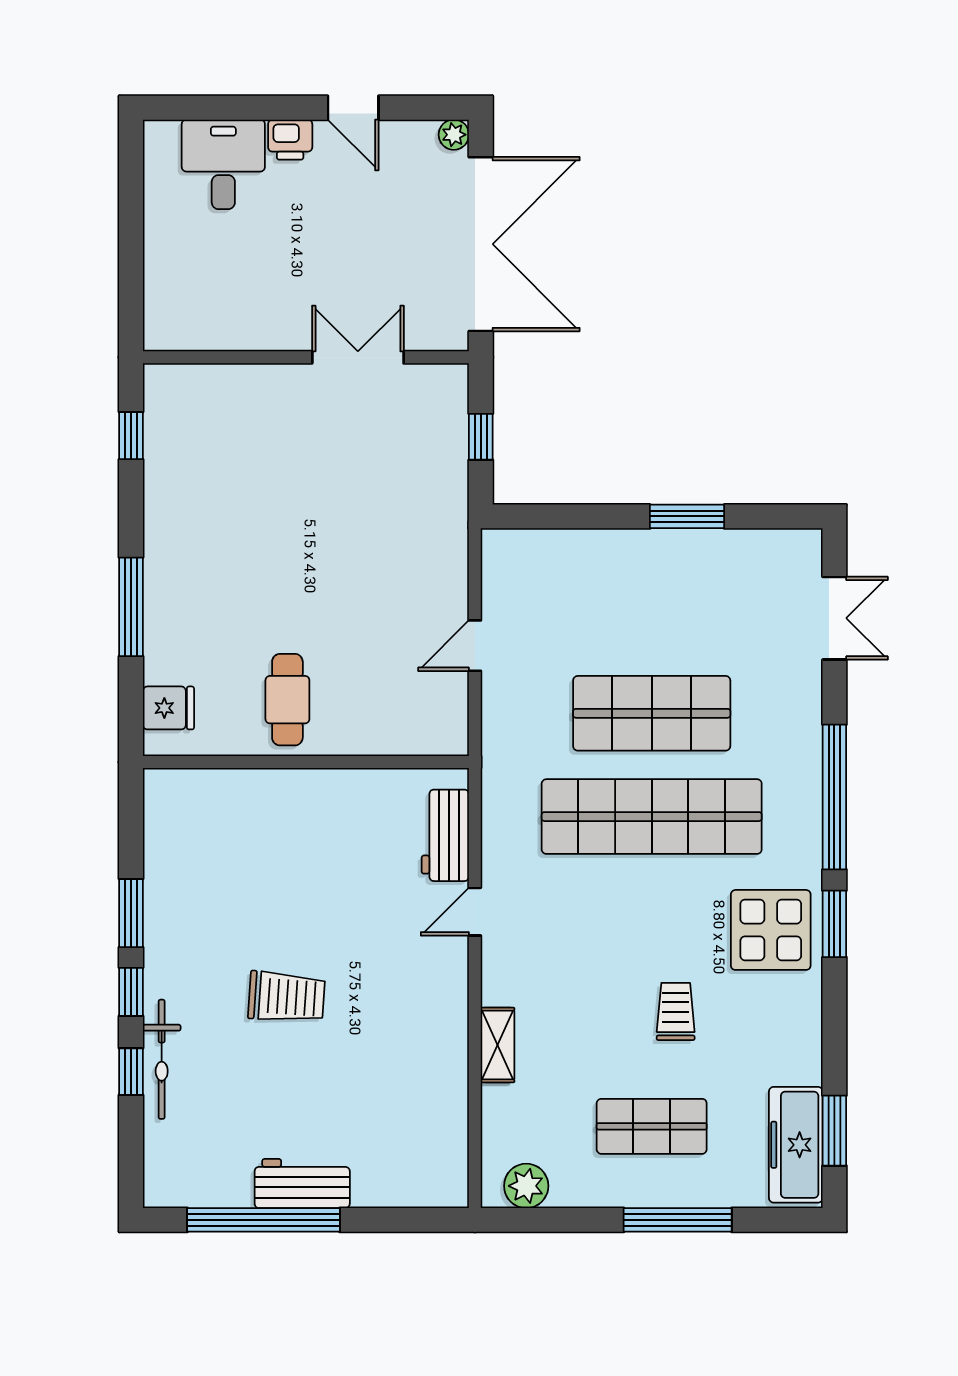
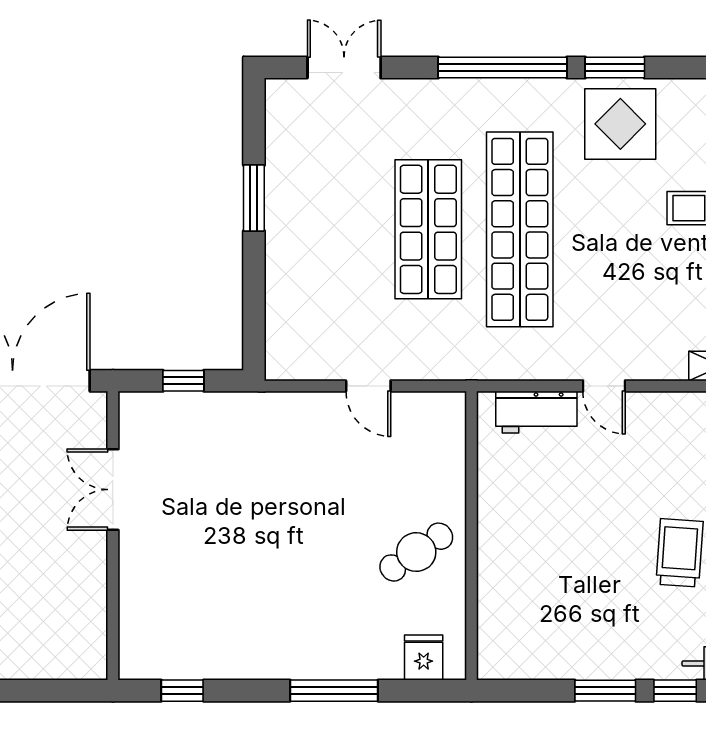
cafe table: (287, 700) -> (416, 552), turned -34

